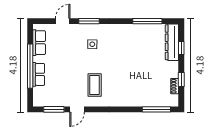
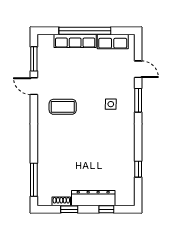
window: (147, 21) -> (138, 169), width x0.46
dresser: (172, 42) -> (93, 198), moved
row of seats: (39, 74) -> (75, 41), width x1.48

